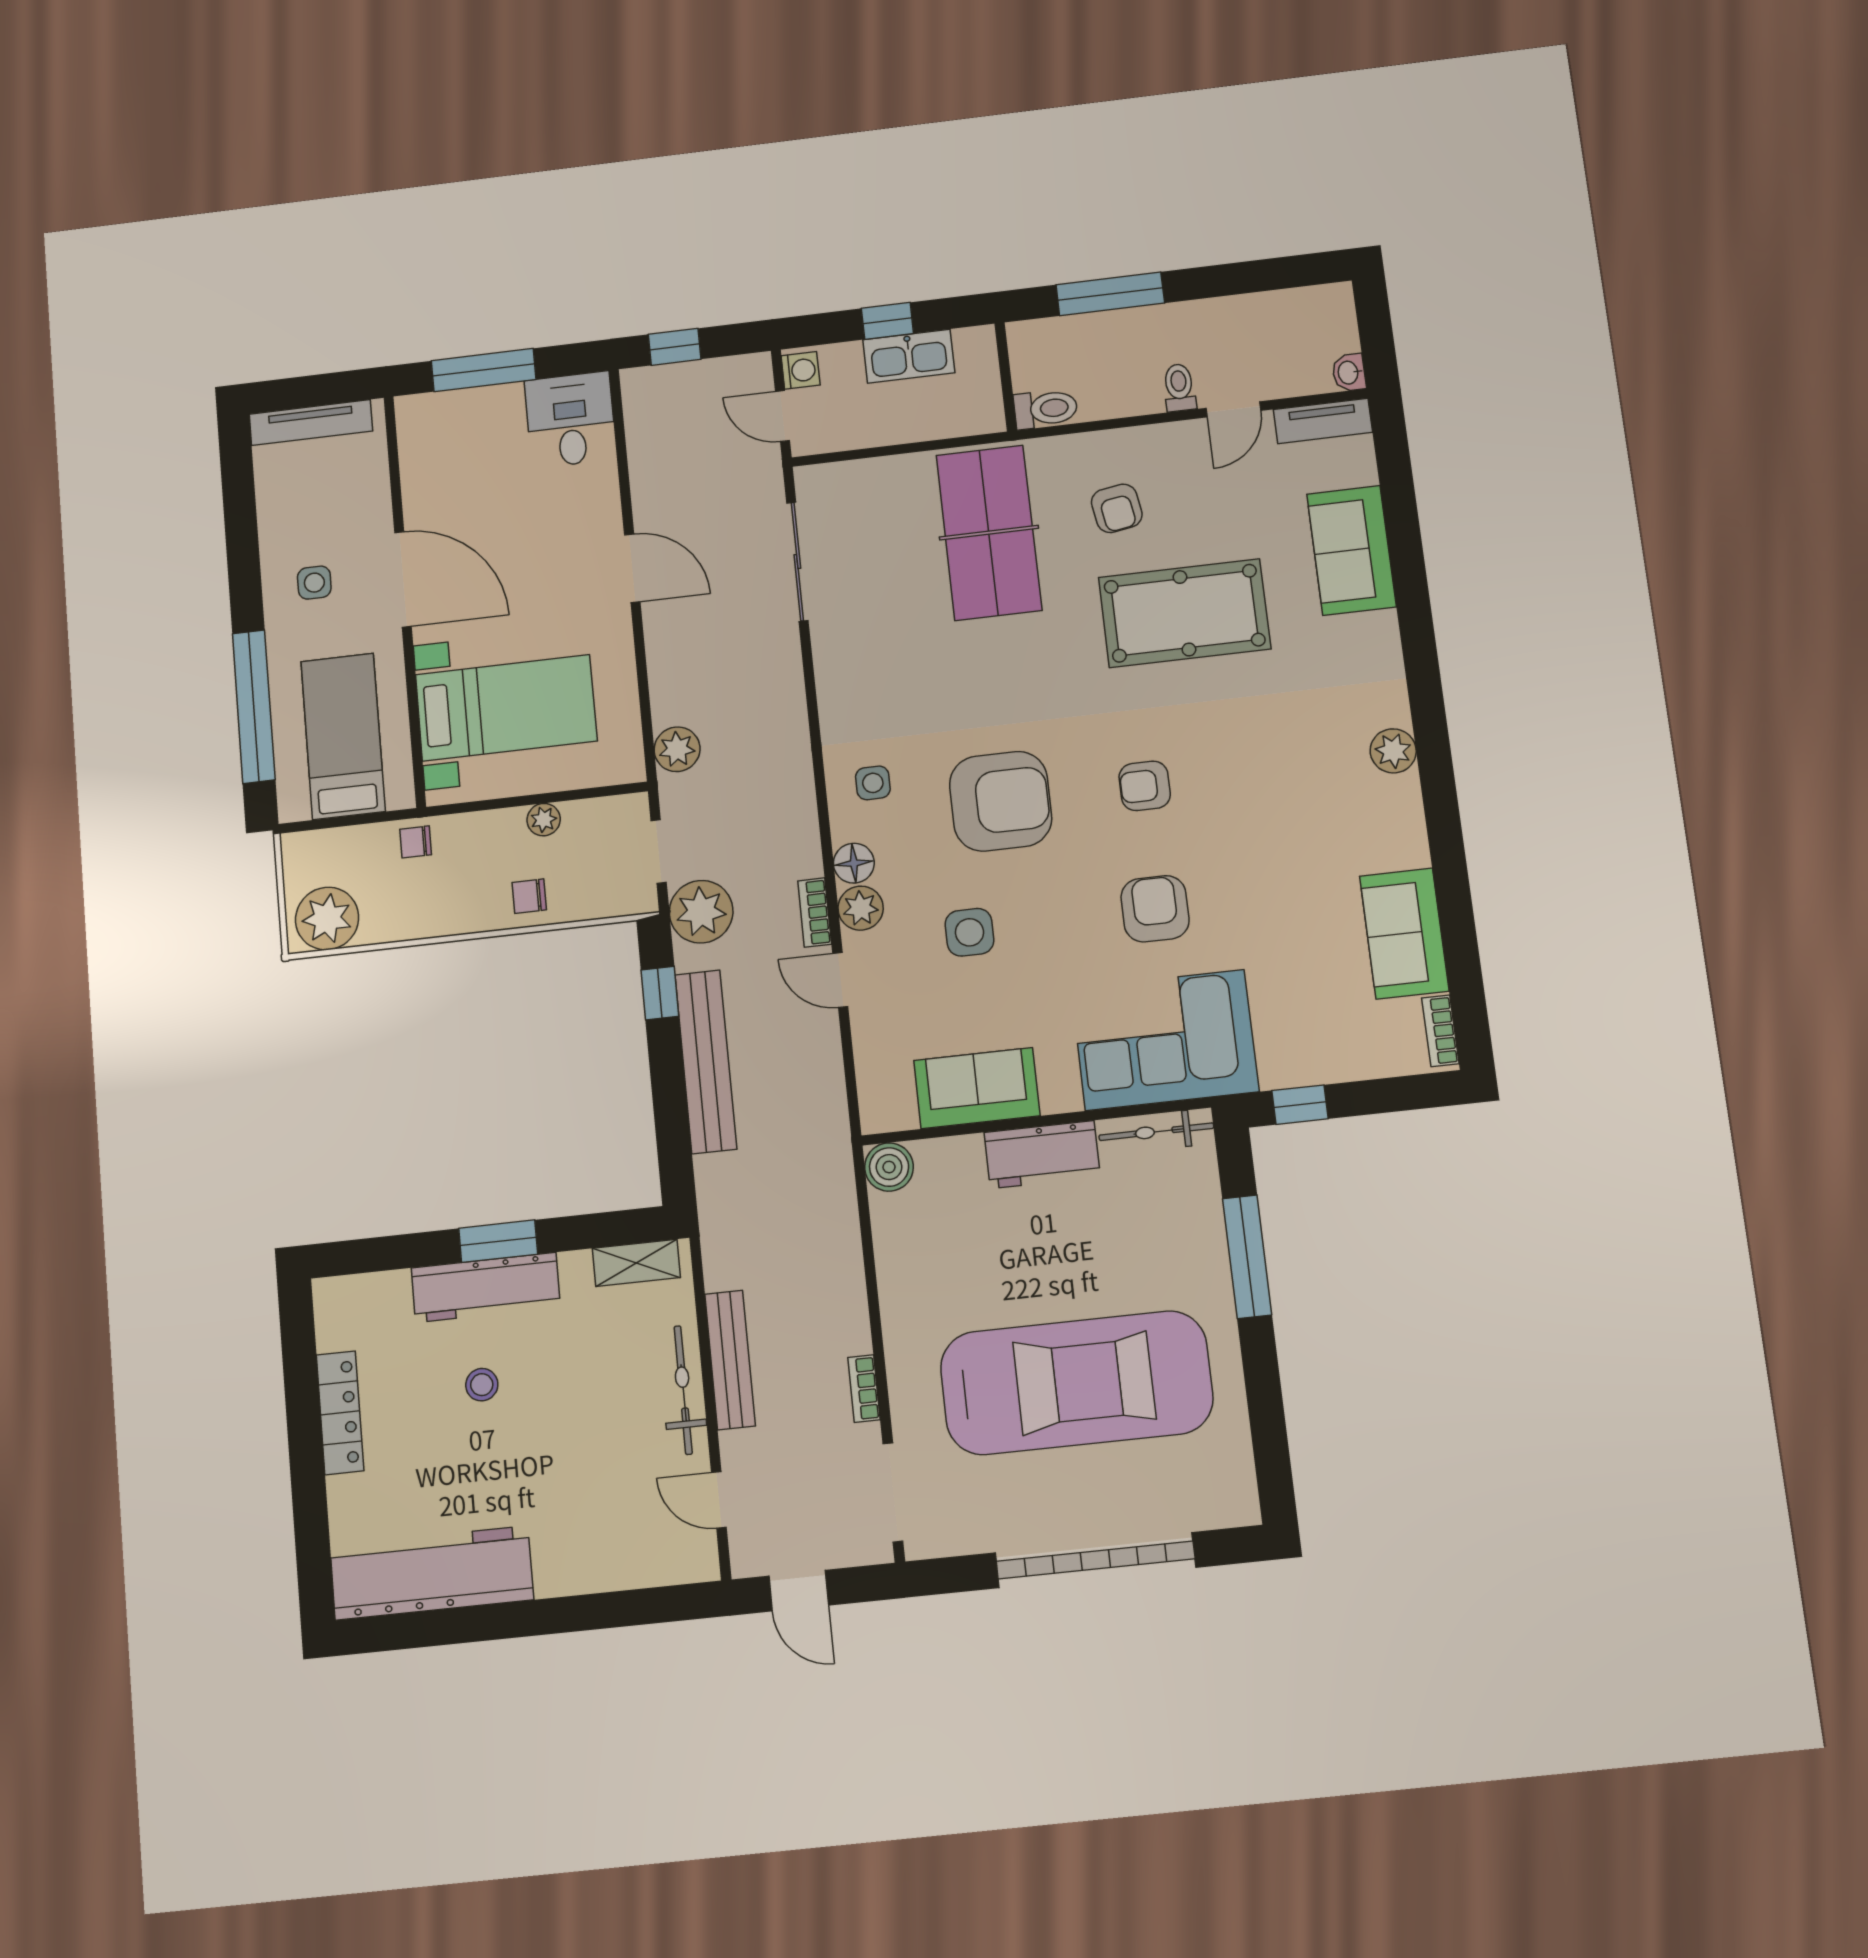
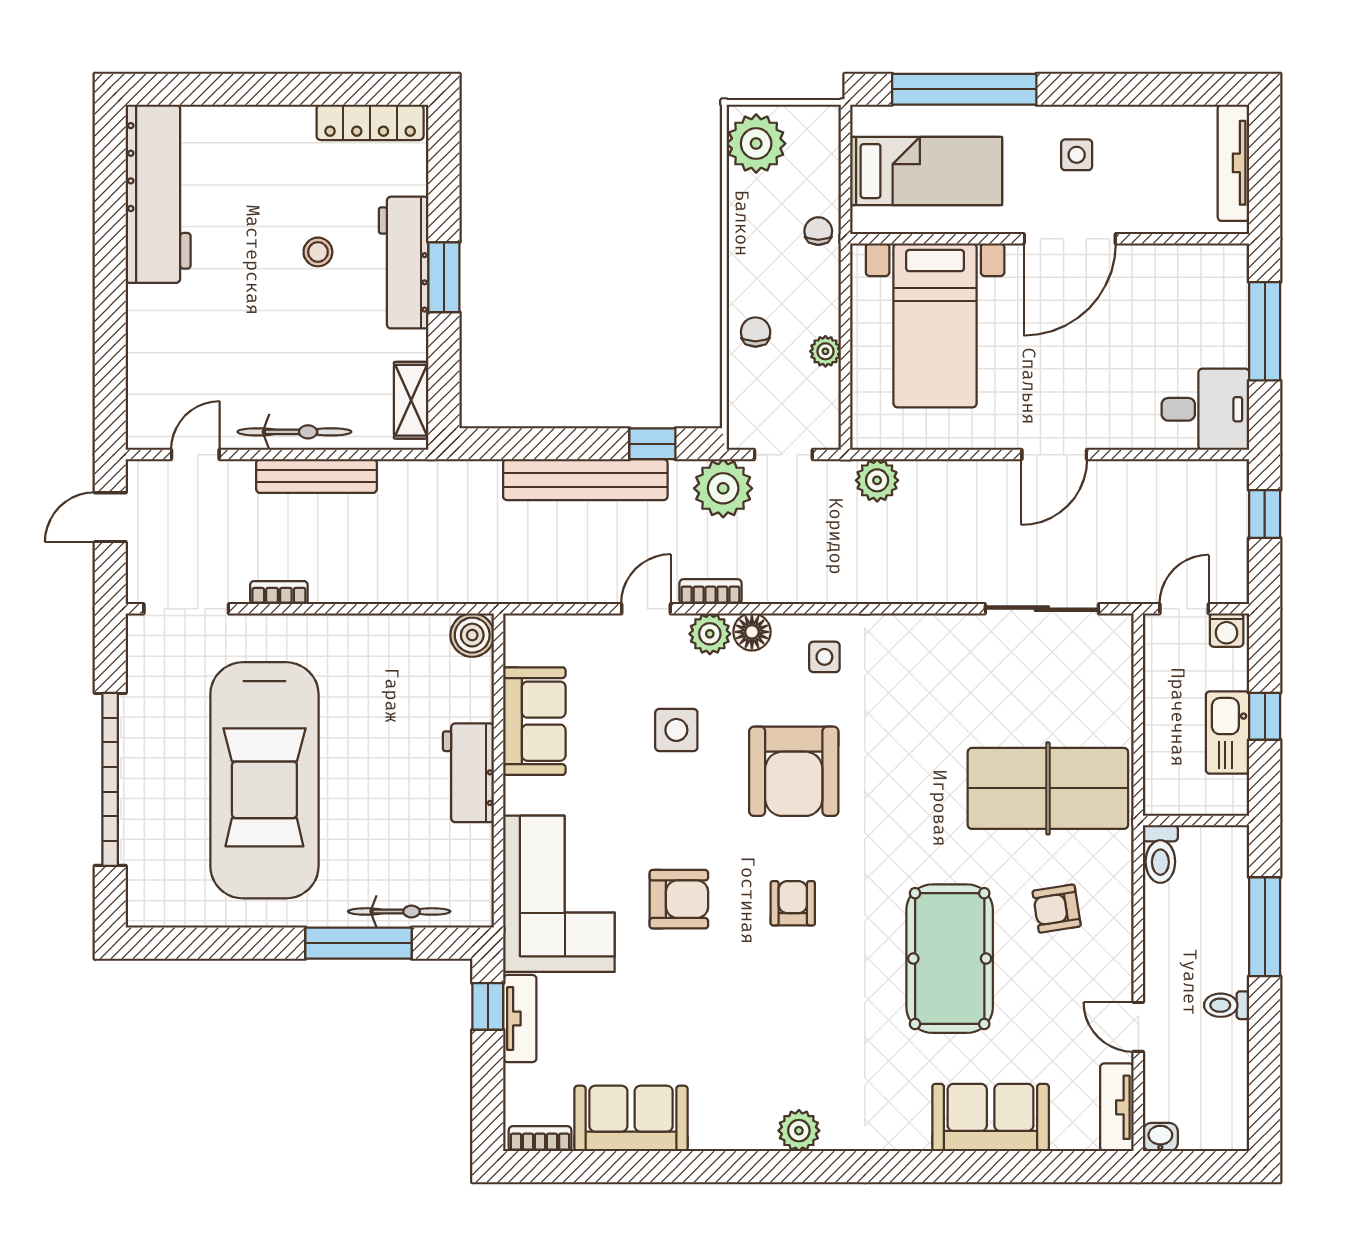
toilet: (1179, 388) -> (1227, 1005), moved, turned 180
tv unit: (1309, 1068) -> (520, 1019), added
bicycle: (1156, 1132) -> (399, 911), moved, turned 90
locker: (340, 1413) -> (370, 122), moved

